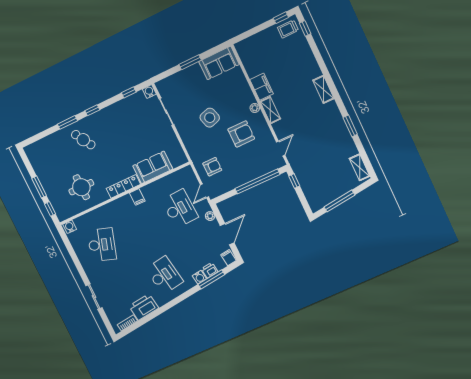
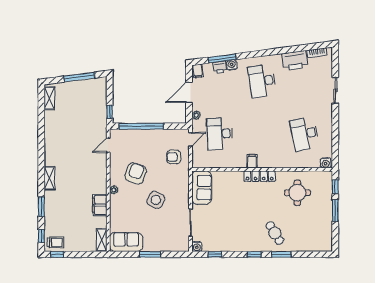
shelving: (270, 110) -> (102, 240), moved
side table: (210, 118) -> (156, 200), turned 45
window: (350, 126) -> (41, 207), moved
armchair: (241, 134) -> (136, 173), turned 110
sofa: (153, 167) -> (202, 188), moved, turned -90
desk: (102, 245) -> (305, 134), turned -30

